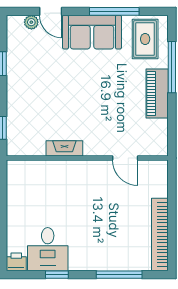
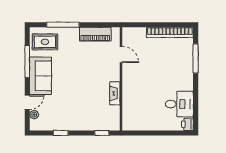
piano: (157, 94) -> (95, 34), moved
door: (125, 158) -> (121, 55), hinge flipped
window: (57, 275) -> (196, 98), removed

